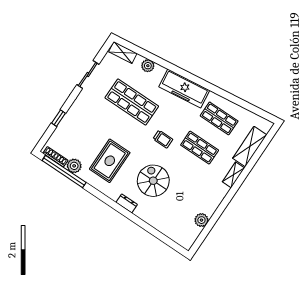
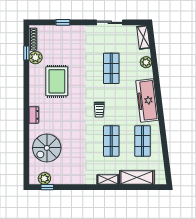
shop shelf: (132, 102) -> (111, 68), width x0.70, depth x0.74
rug: (110, 161) -> (57, 81), turned 90
window: (64, 171) -> (26, 53), width x0.32
spiral stairs: (153, 181) -> (47, 148), moved, turned 180
plant: (201, 220) -> (44, 178), moved
window: (202, 236) -> (47, 187), added

